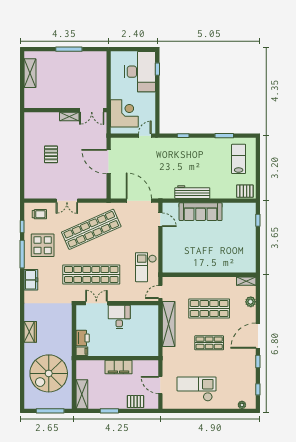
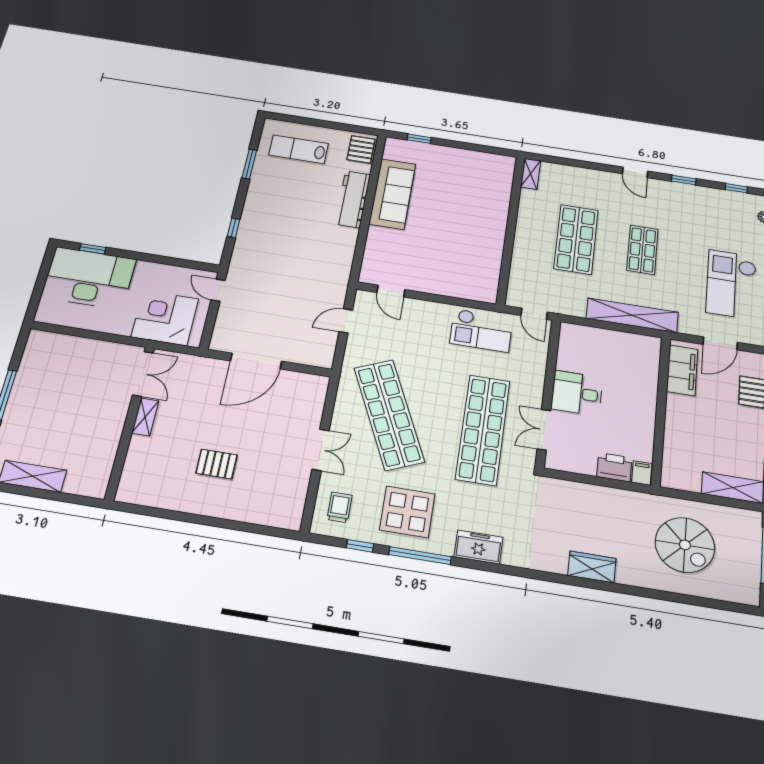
workbench: (192, 192) -> (353, 199), moved
door: (139, 201) -> (346, 321), width x0.53
sofa: (201, 212) -> (392, 194), moved
door: (160, 220) -> (391, 291), swing flipped
plant: (251, 302) -> (570, 173), removed
shelving: (169, 324) -> (632, 315), moved
door: (258, 336) -> (635, 172), width x0.53
filing cabinet: (119, 367) -> (682, 370), moved
spiral stairs: (49, 373) -> (685, 545), width x0.73, depth x0.73

